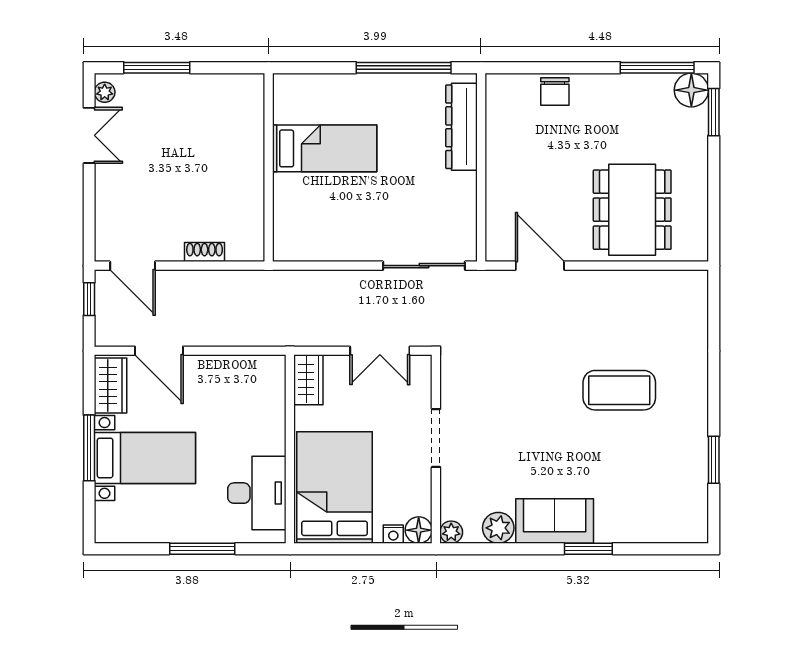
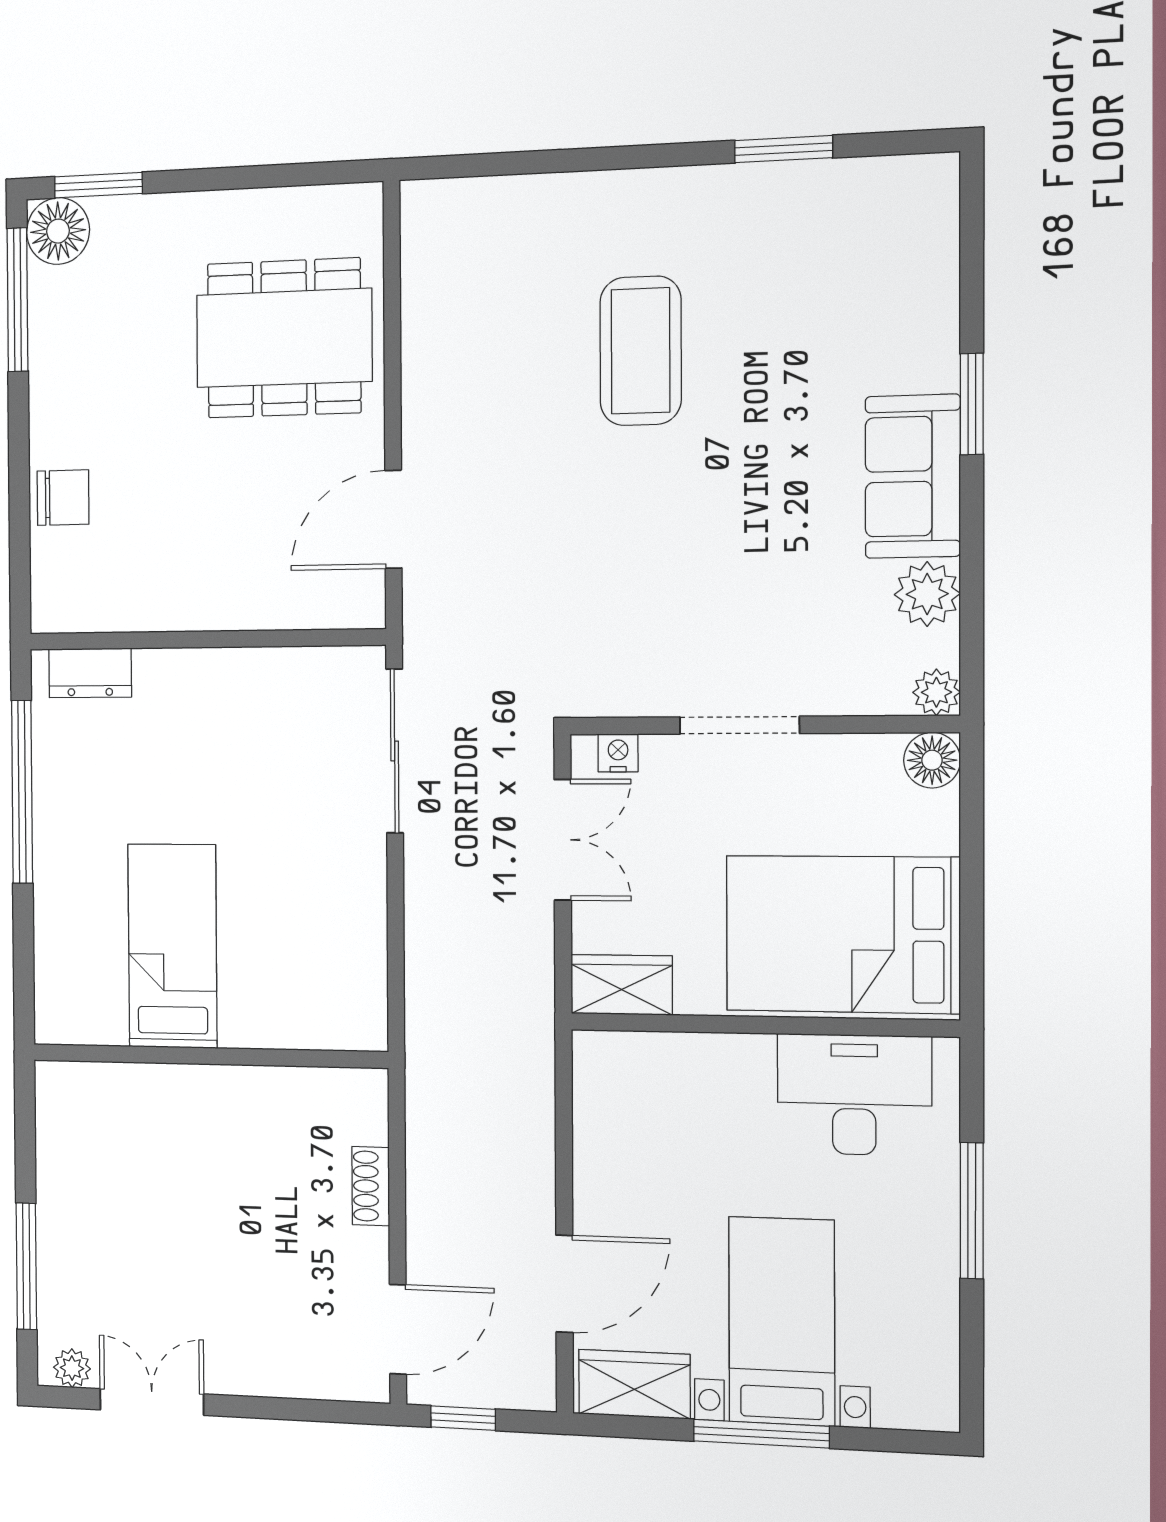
dresser: (462, 127) -> (90, 673), width x0.51, depth x0.80
nightstand: (393, 534) -> (618, 753), moved, turned -90

